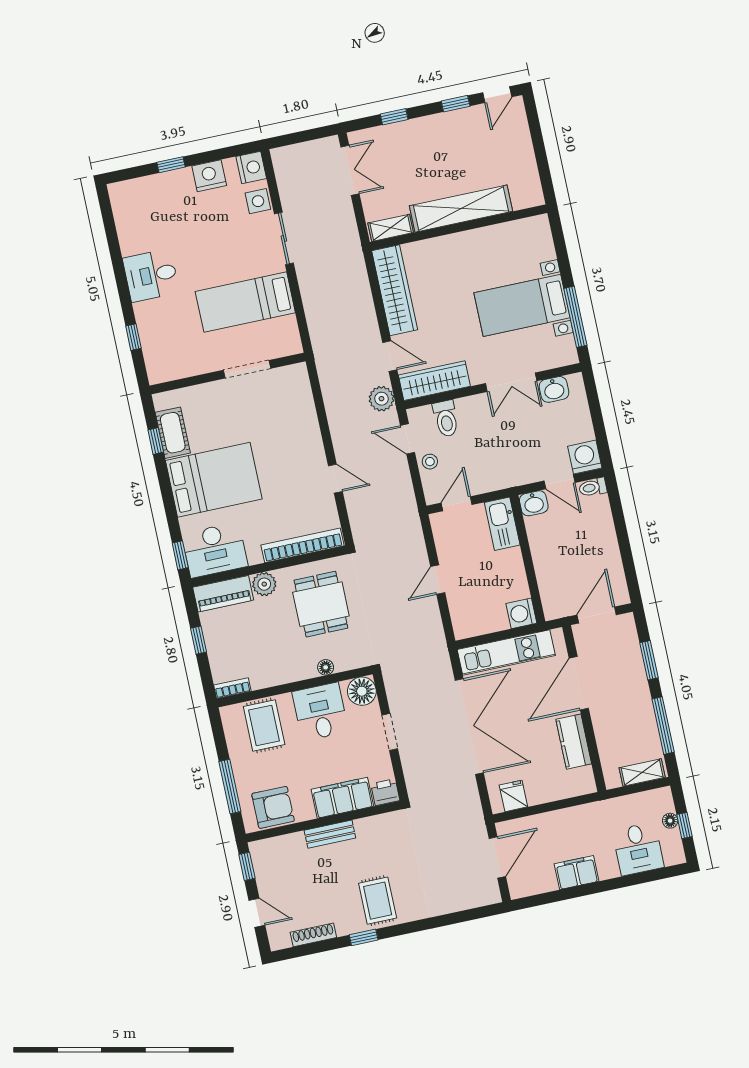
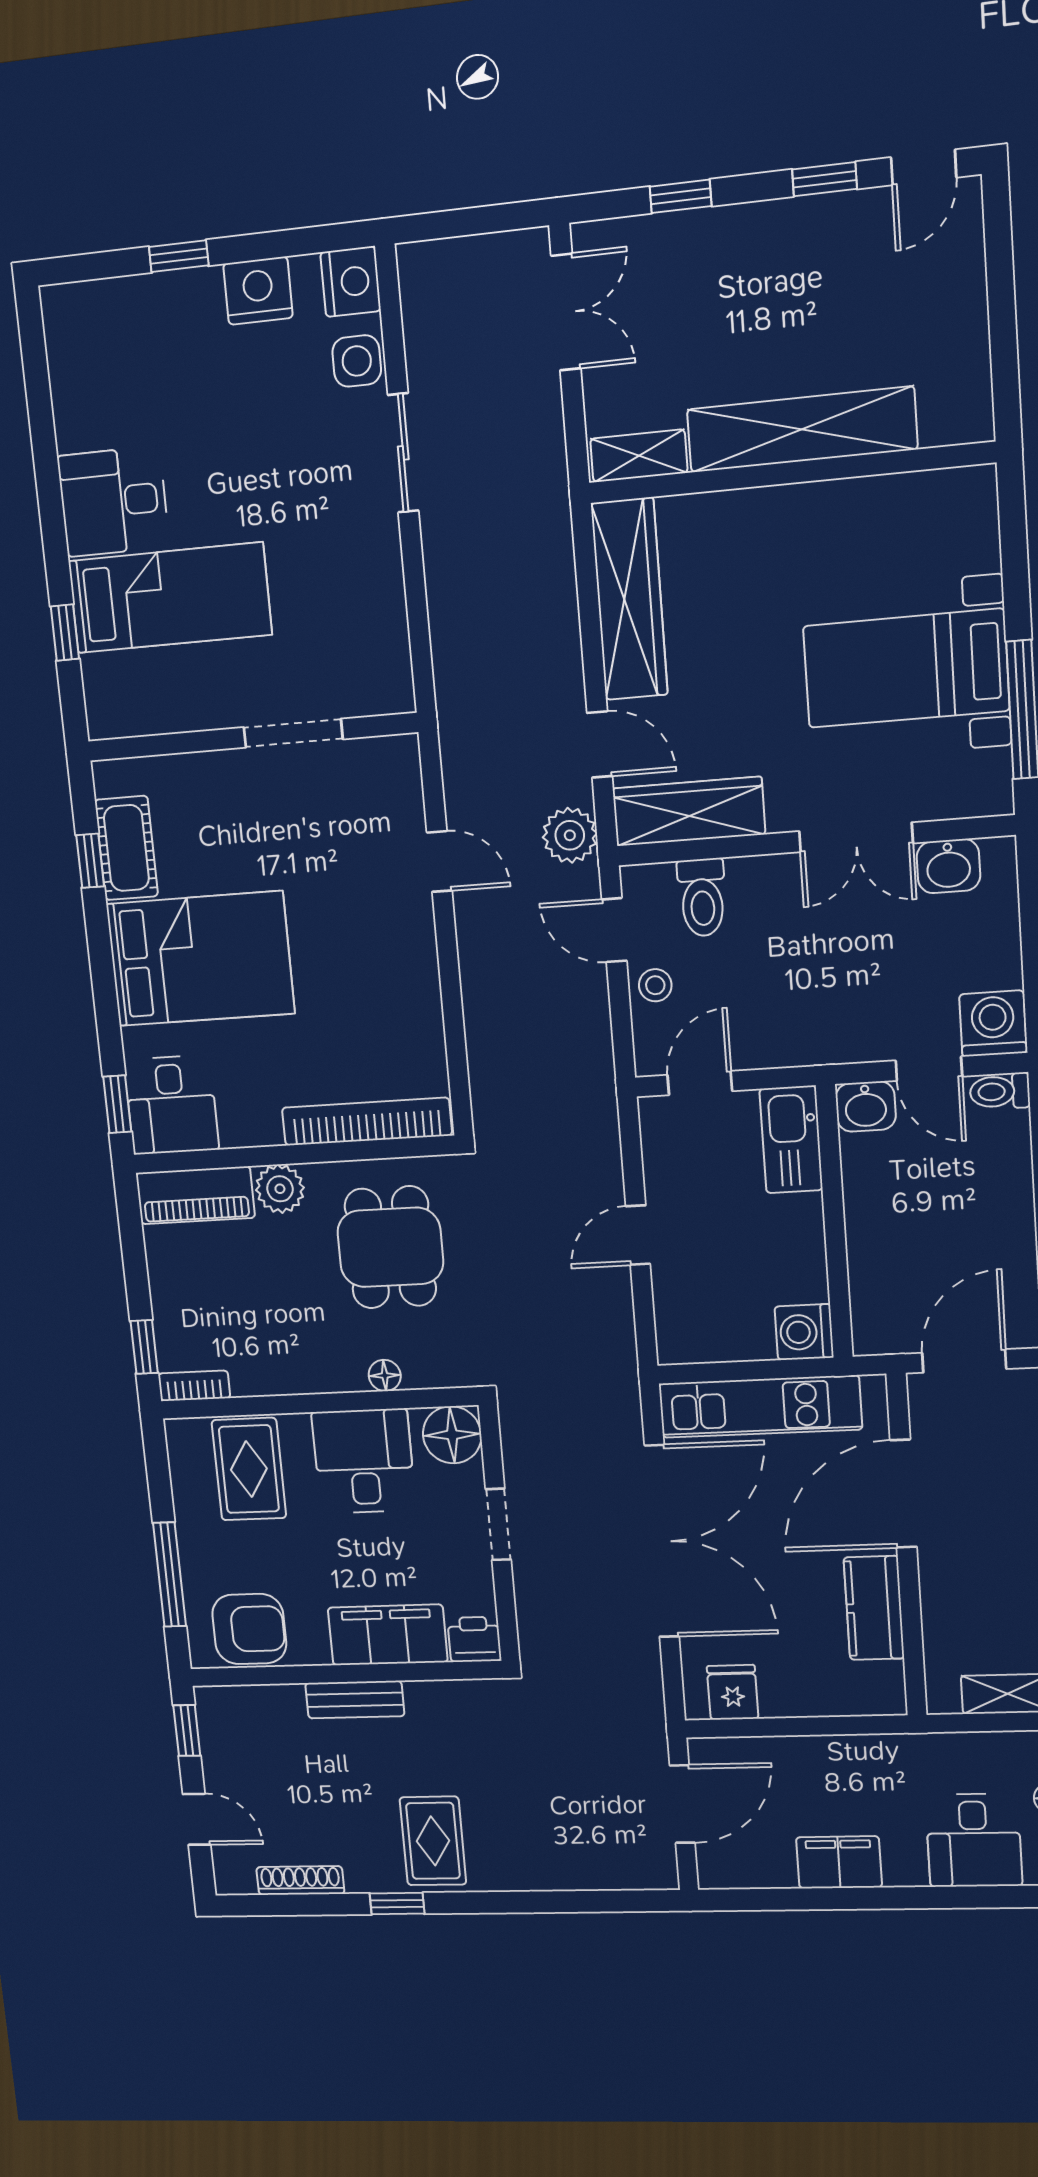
bed: (245, 302) -> (170, 598), moved, turned 180
door: (335, 479) -> (439, 861), moved
desk: (215, 550) -> (171, 1105), width x0.73
window: (198, 640) -> (144, 1347), moved

